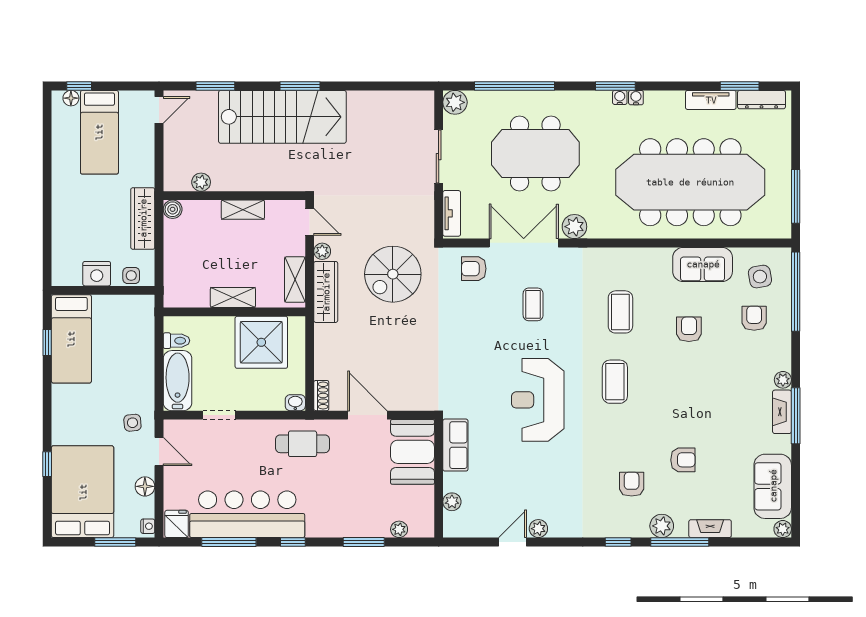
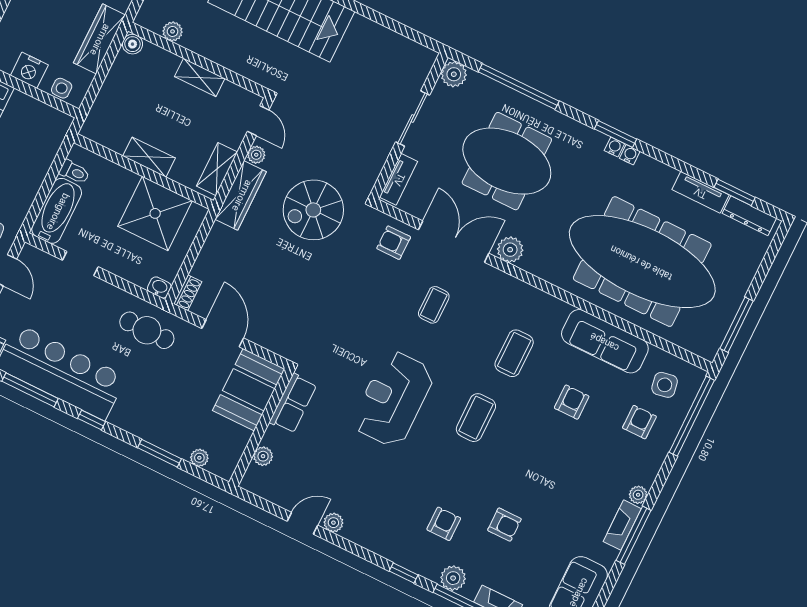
sofa: (703, 264) -> (605, 341), width x1.36

